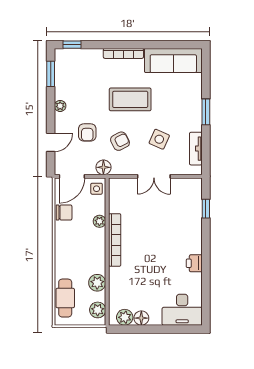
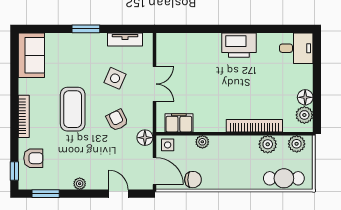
sofa: (173, 60) -> (31, 55), width x0.73
armchair: (87, 132) -> (33, 158), moved
filing cabinet: (117, 199) -> (179, 123), added
window: (206, 209) -> (189, 29), removed
chair: (64, 213) -> (193, 180), turned 90
bookcase: (115, 240) -> (254, 126), moved
printer: (194, 263) -> (239, 45), width x1.87, depth x1.48
desk: (182, 310) -> (296, 48), width x0.73

